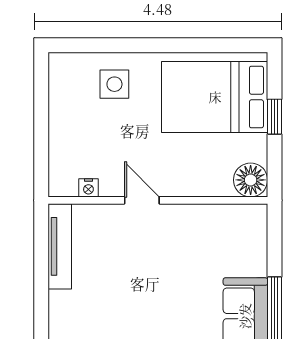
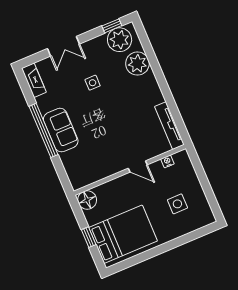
side table: (114, 84) -> (177, 204), moved

